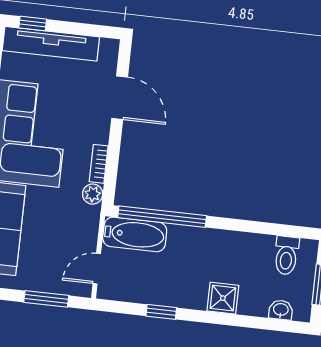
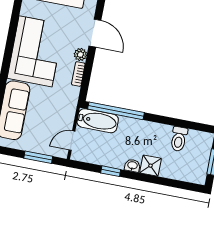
plant: (93, 194) -> (80, 54), moved
toilet: (286, 255) -> (179, 139), moved
washbasin: (281, 310) -> (132, 166), moved

